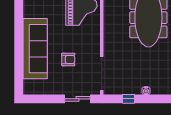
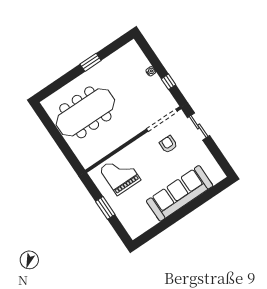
armchair: (68, 59) -> (168, 144), moved

